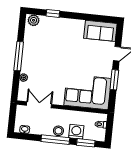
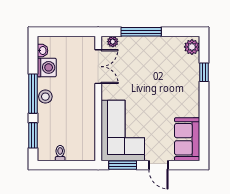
corner sofa: (88, 92) -> (123, 130), moved
double door: (39, 105) -> (98, 67), moved
wall: (62, 107) -> (98, 98), moved
washing machine: (76, 132) -> (47, 67), moved

